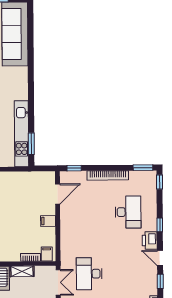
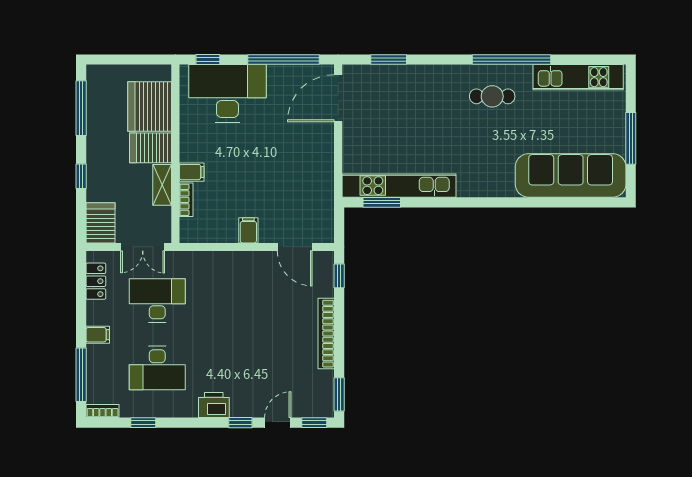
desk: (128, 212) -> (157, 368), moved
filing cabinet: (47, 254) -> (192, 172), moved
door: (160, 258) -> (278, 423), moved

